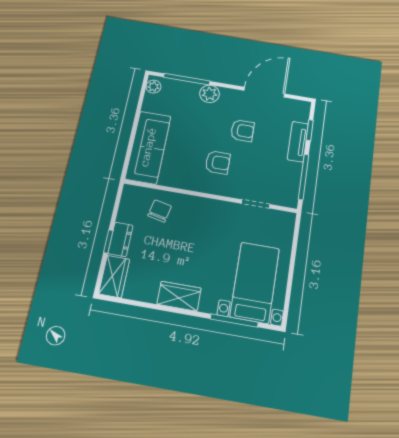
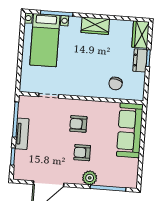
plant: (153, 87) -> (132, 179), removed
armchair: (242, 131) -> (82, 153), moved
tv unit: (298, 142) -> (22, 134), moved

